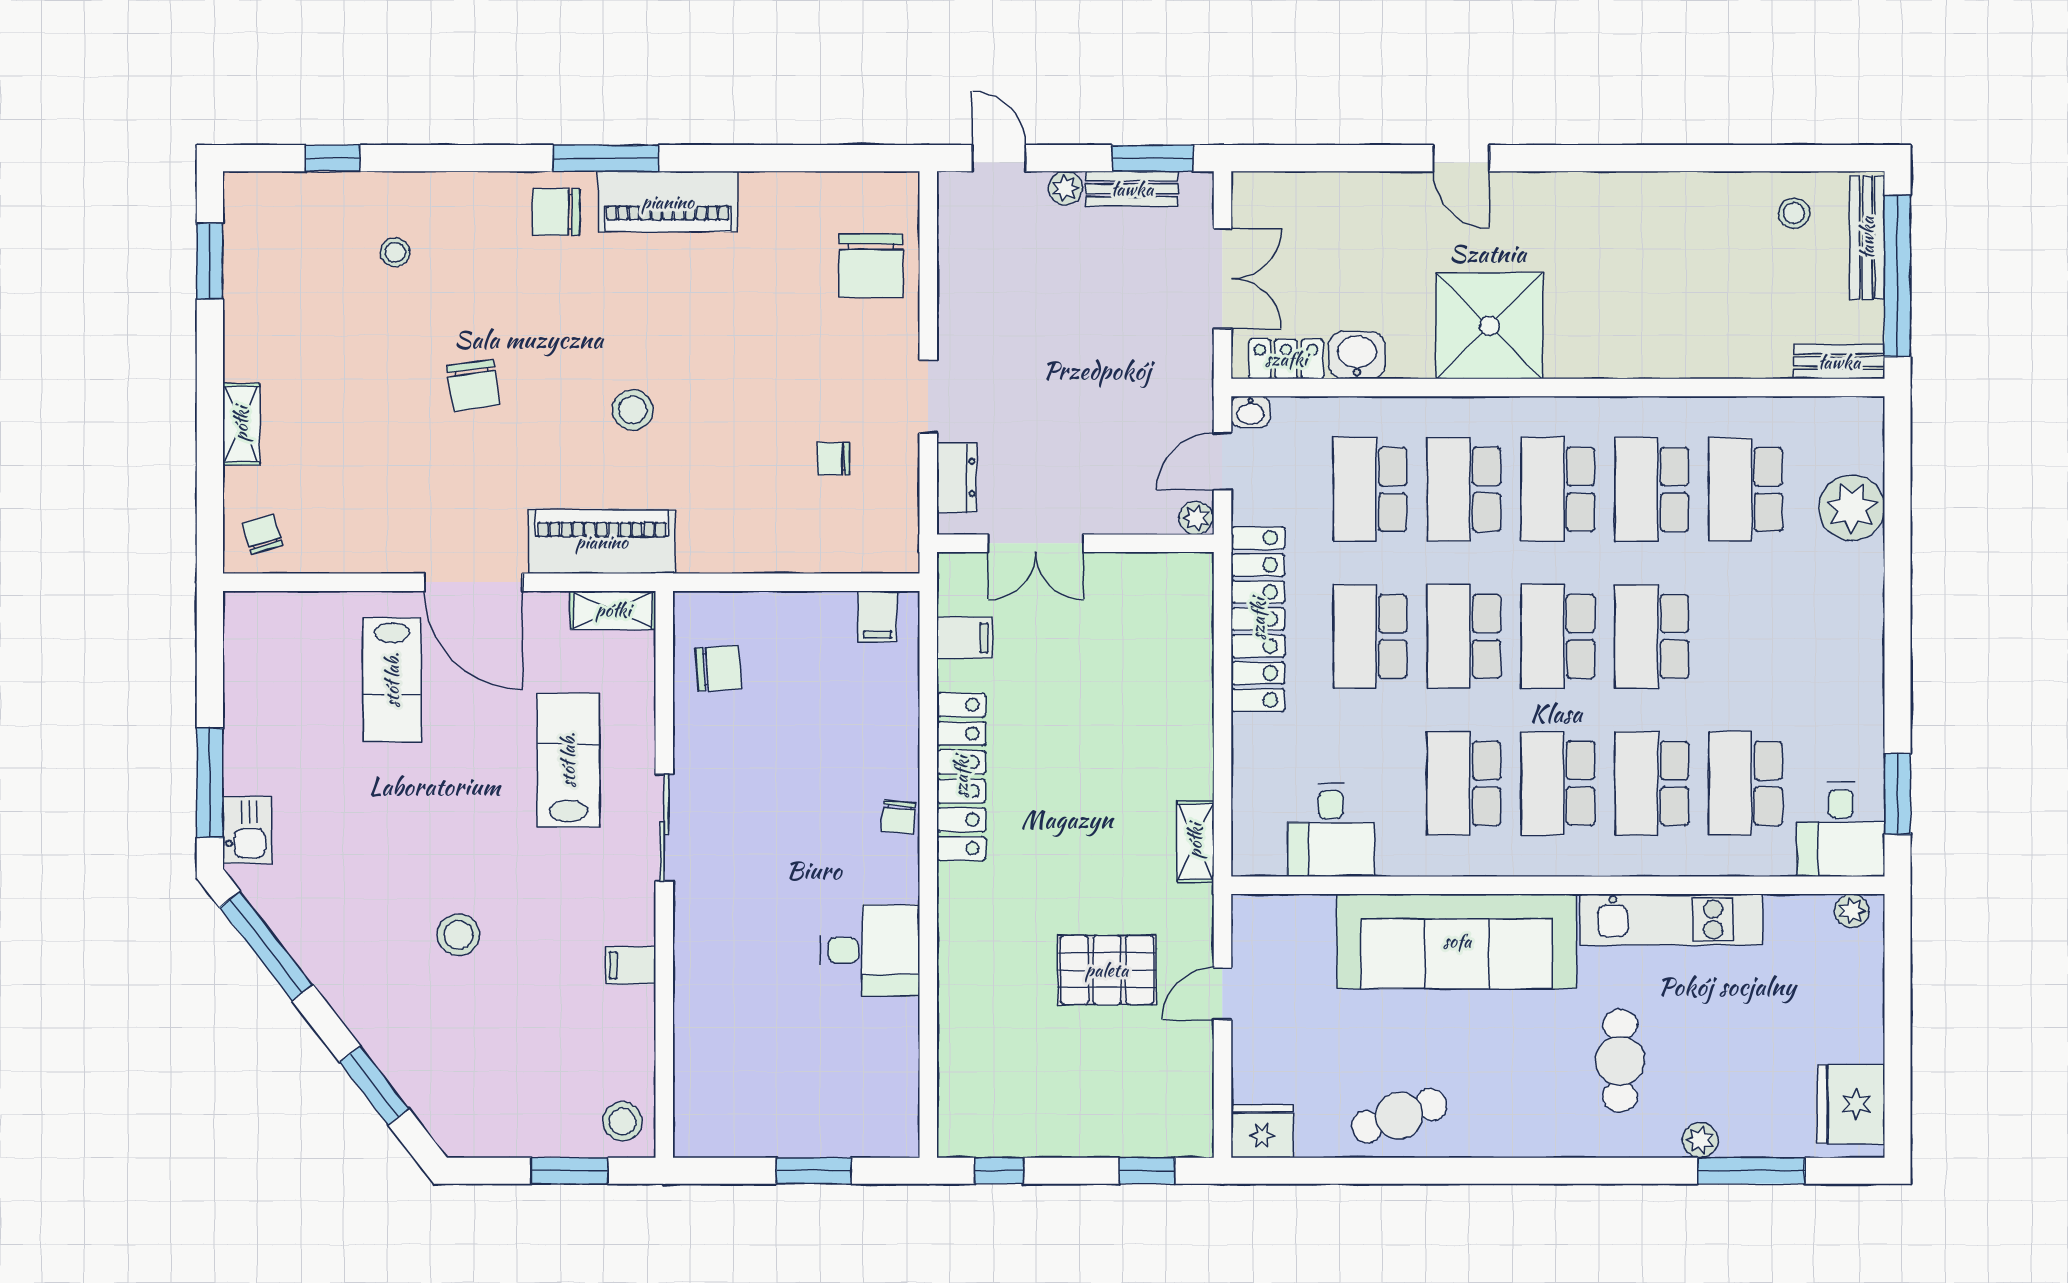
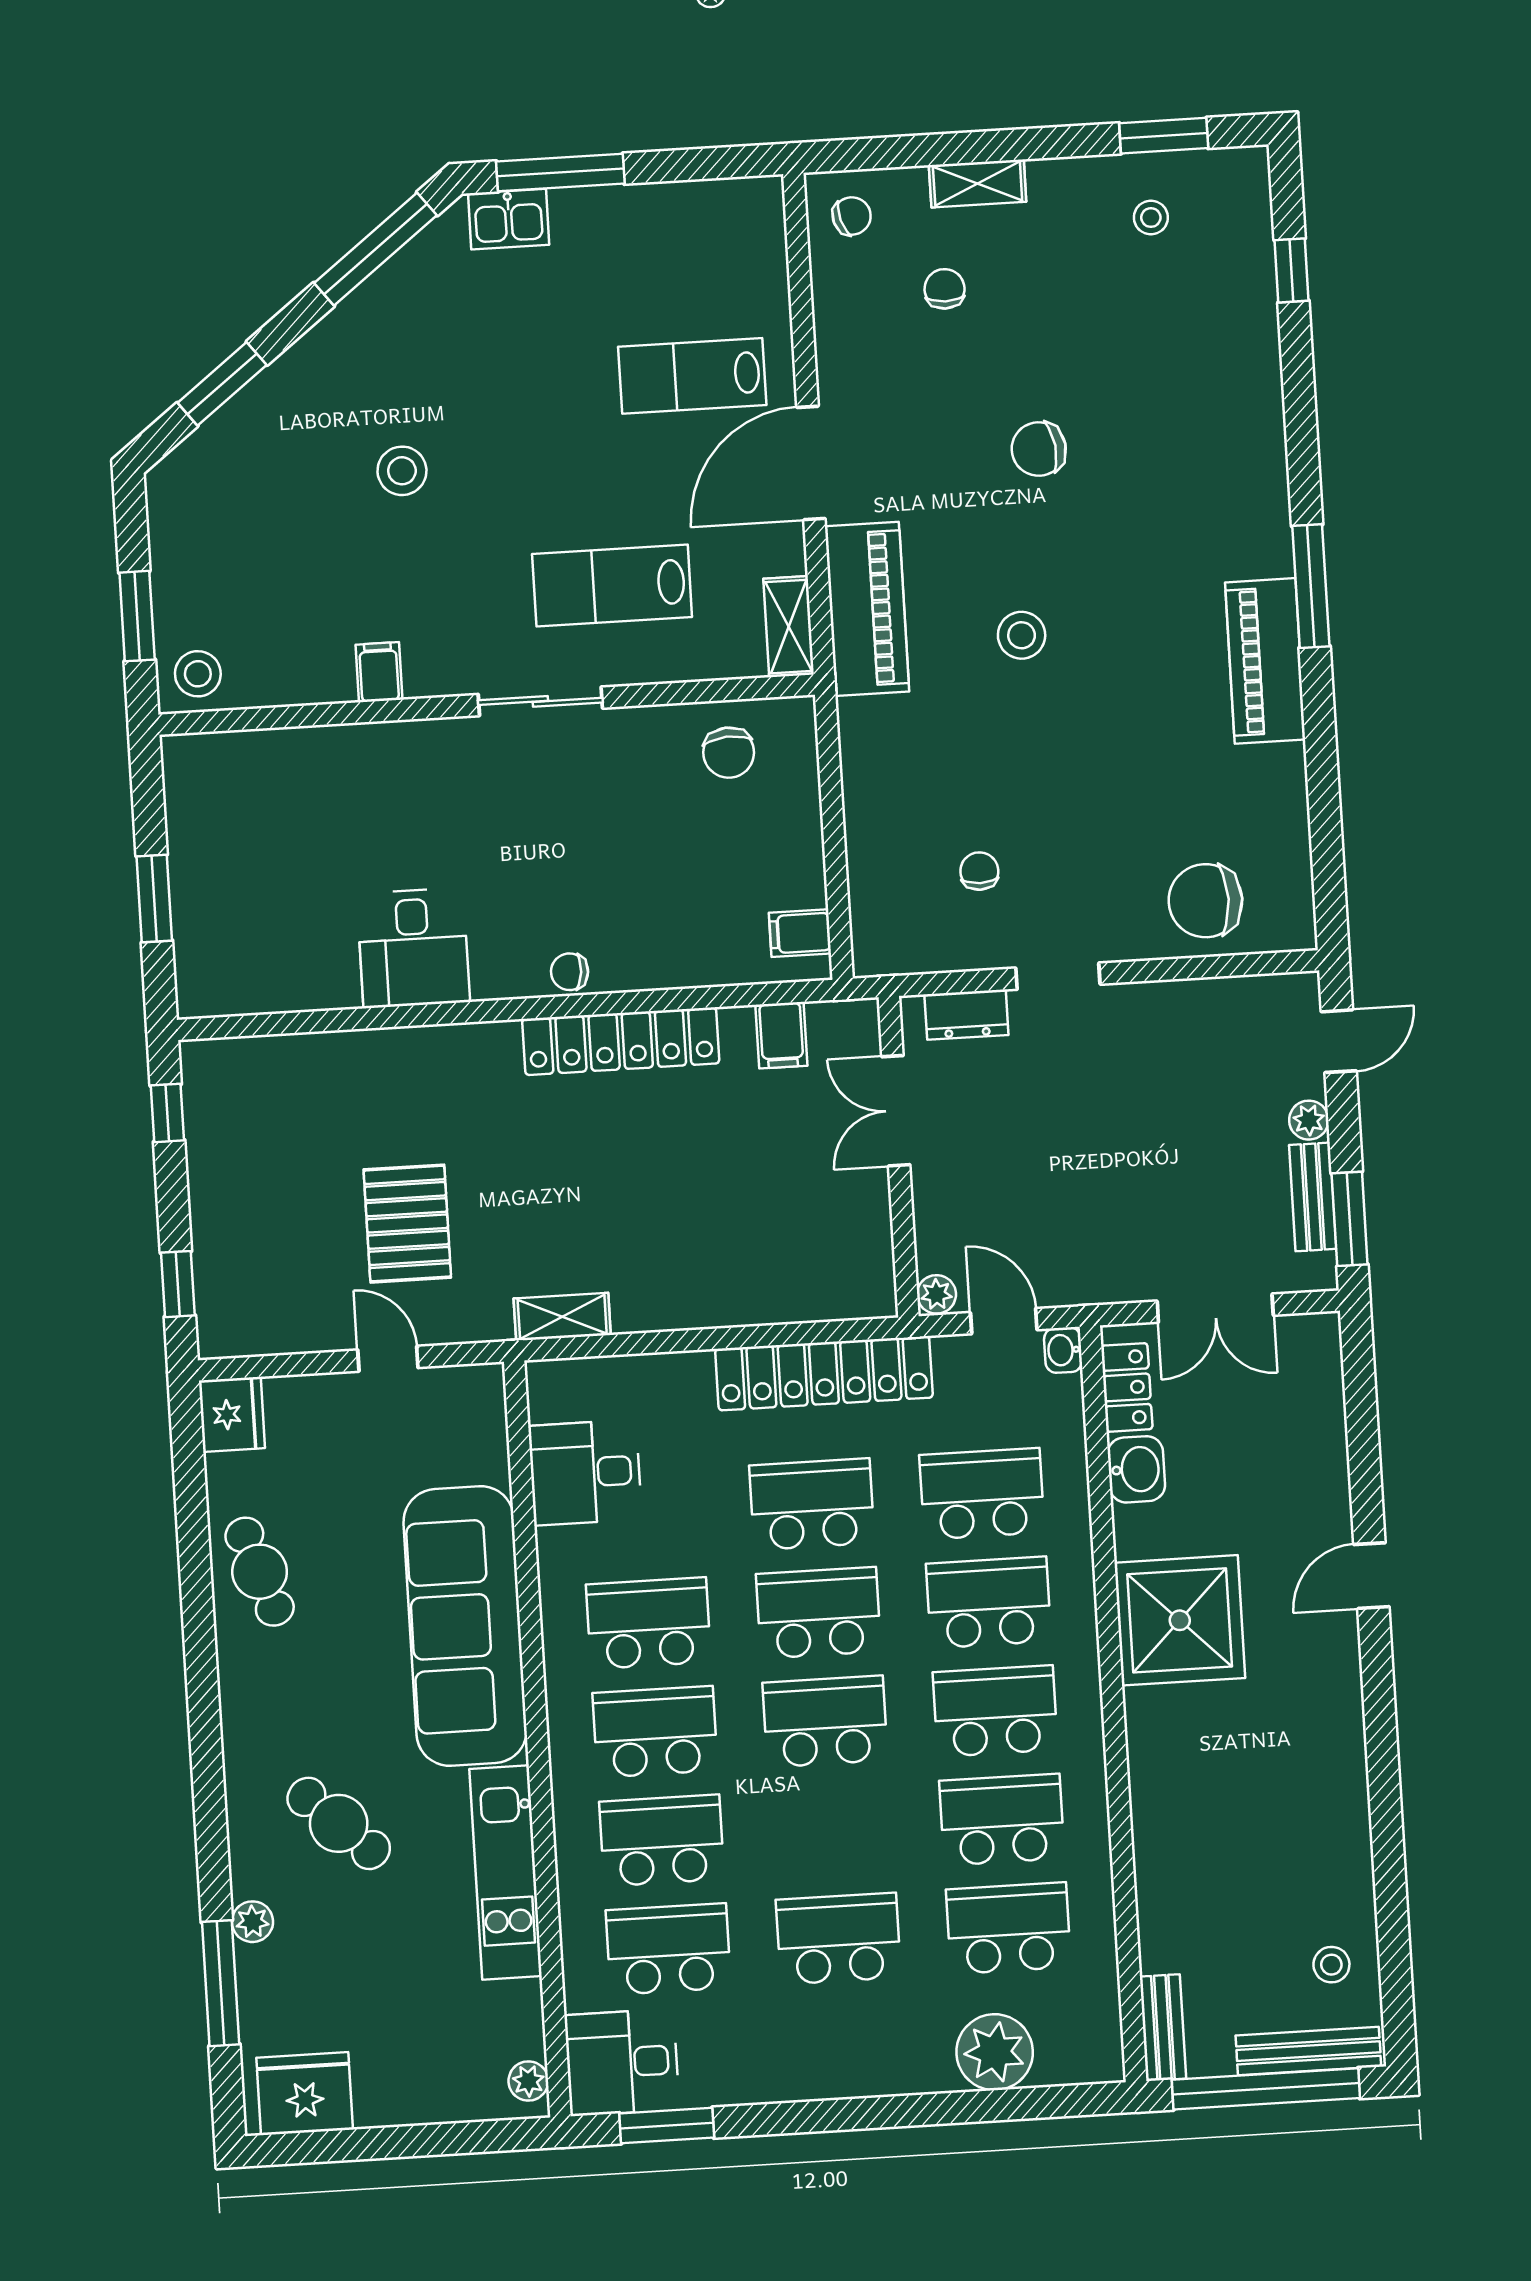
chair: (556, 212) -> (945, 289), moved, width x0.73, depth x0.73
stool: (395, 252) -> (1151, 218), moved
school desk: (1652, 636) -> (838, 1939), moved
lab bench: (568, 760) -> (612, 586), turned 180
cafe table: (1620, 1061) -> (339, 1823), turned 43

